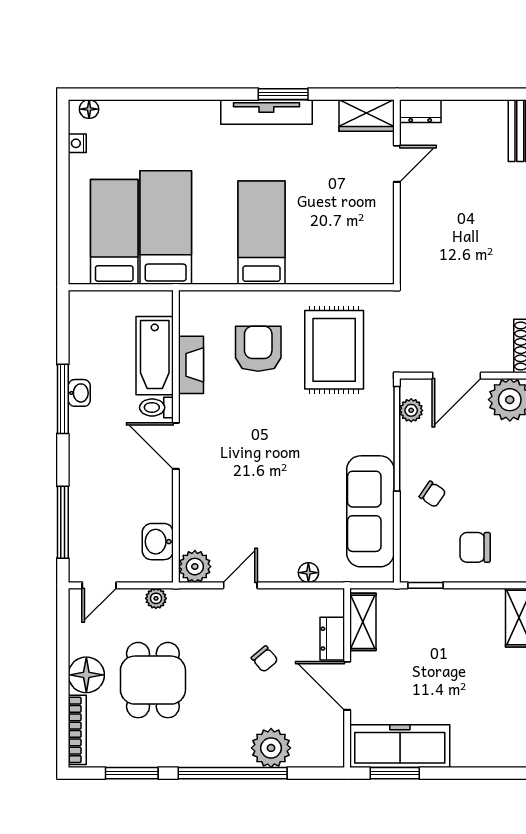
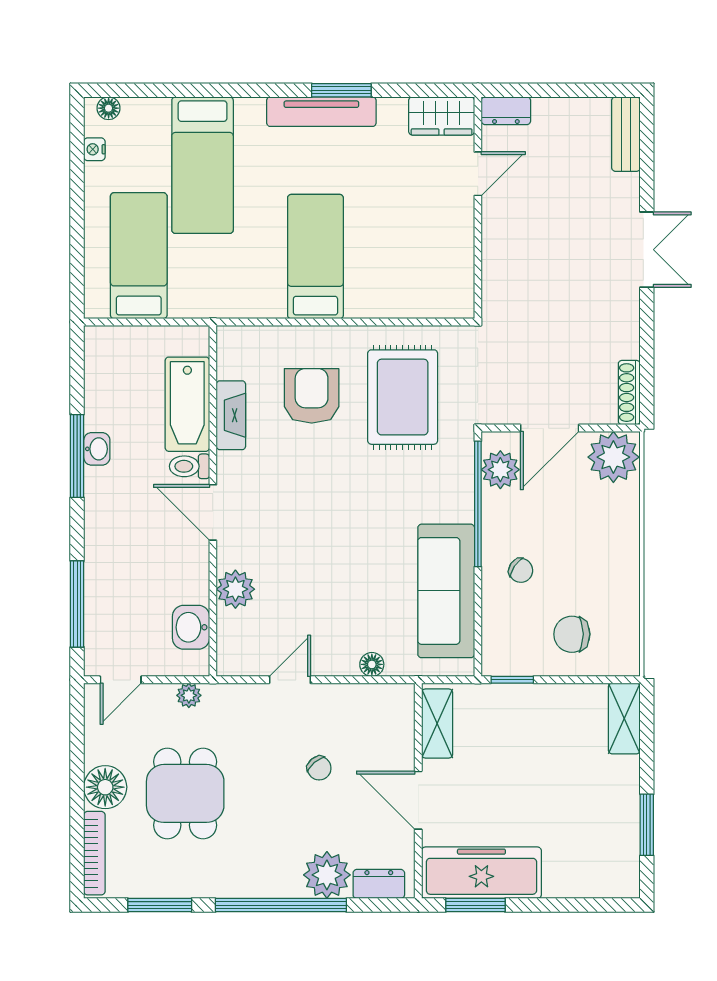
bed: (166, 228) -> (203, 165), moved, turned 180
plant: (411, 410) -> (500, 470), width x1.38, depth x1.38
plant: (195, 567) -> (235, 589), moved
dresser: (332, 639) -> (379, 884), moved, turned 90

